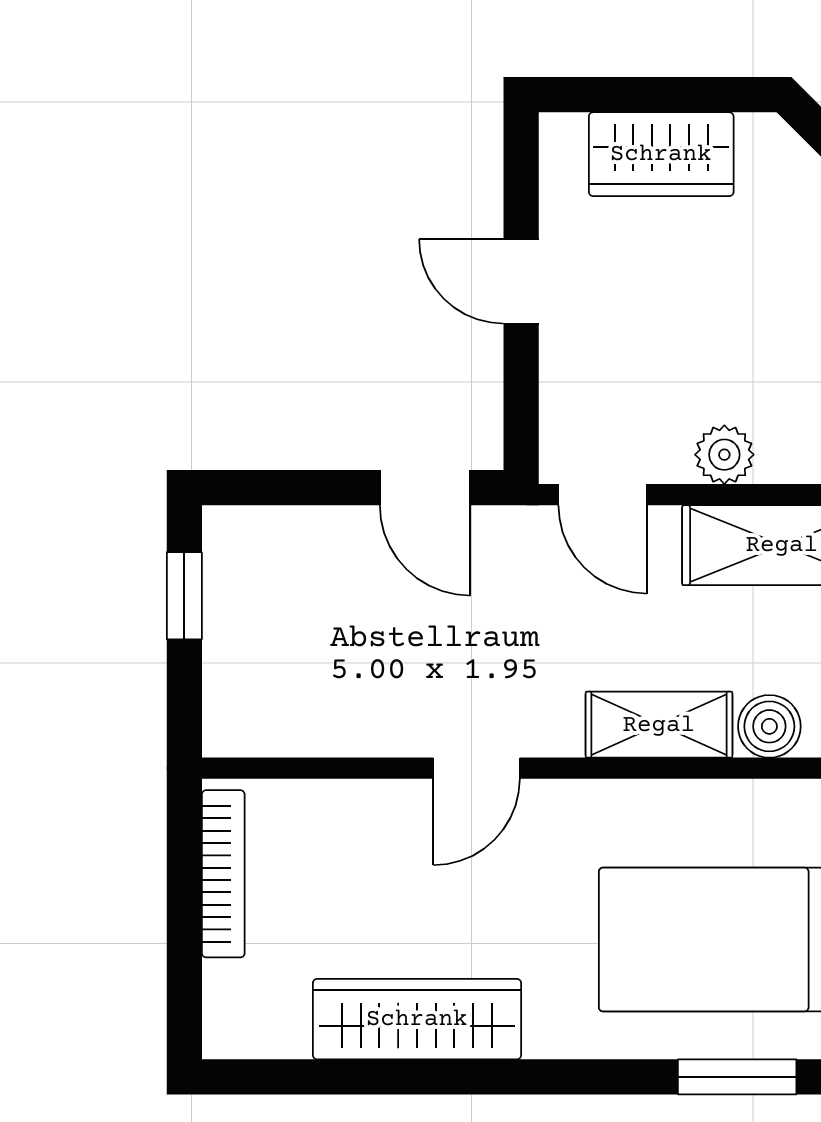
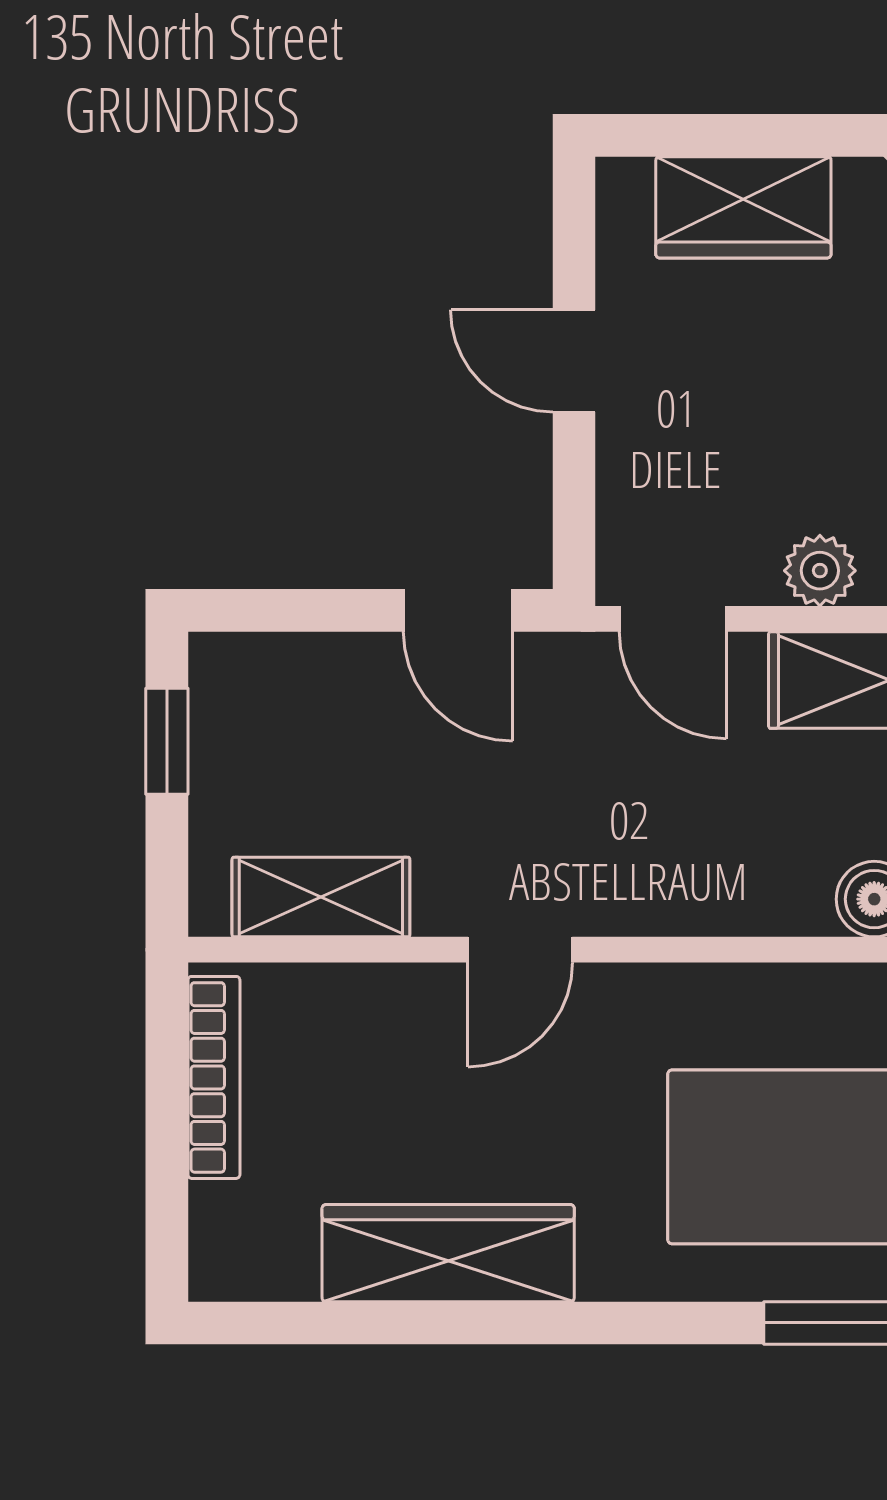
shelving: (659, 725) -> (321, 897), moved

